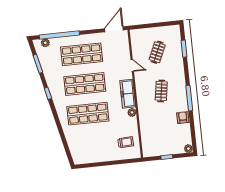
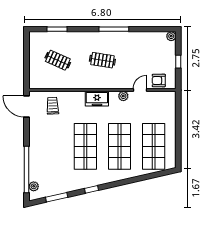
shop shelf: (82, 54) -> (154, 146), moved
door: (132, 65) -> (140, 90), moved
freezer: (128, 94) -> (97, 99), width x0.71
armchair: (183, 118) -> (159, 80), moved
trolley: (126, 142) -> (53, 106), moved

